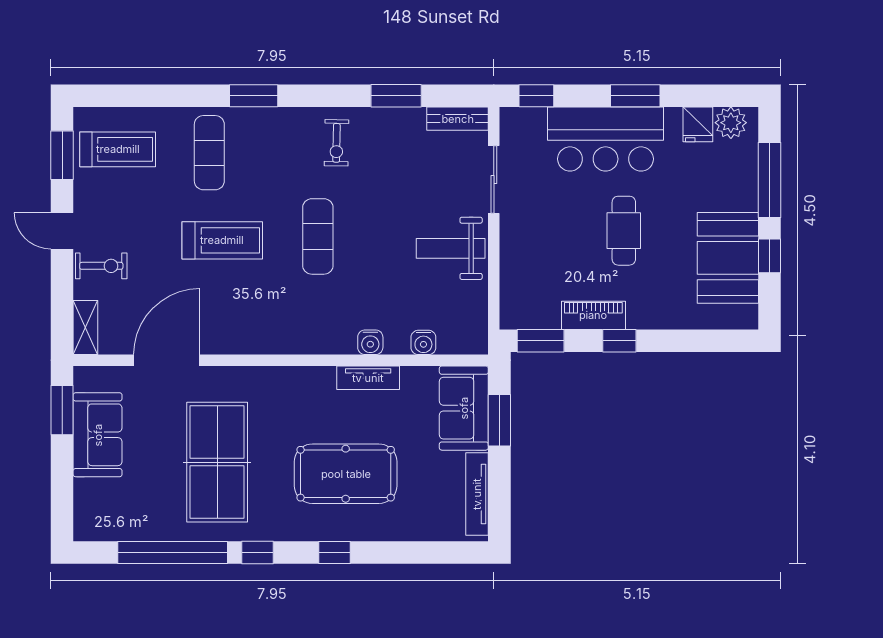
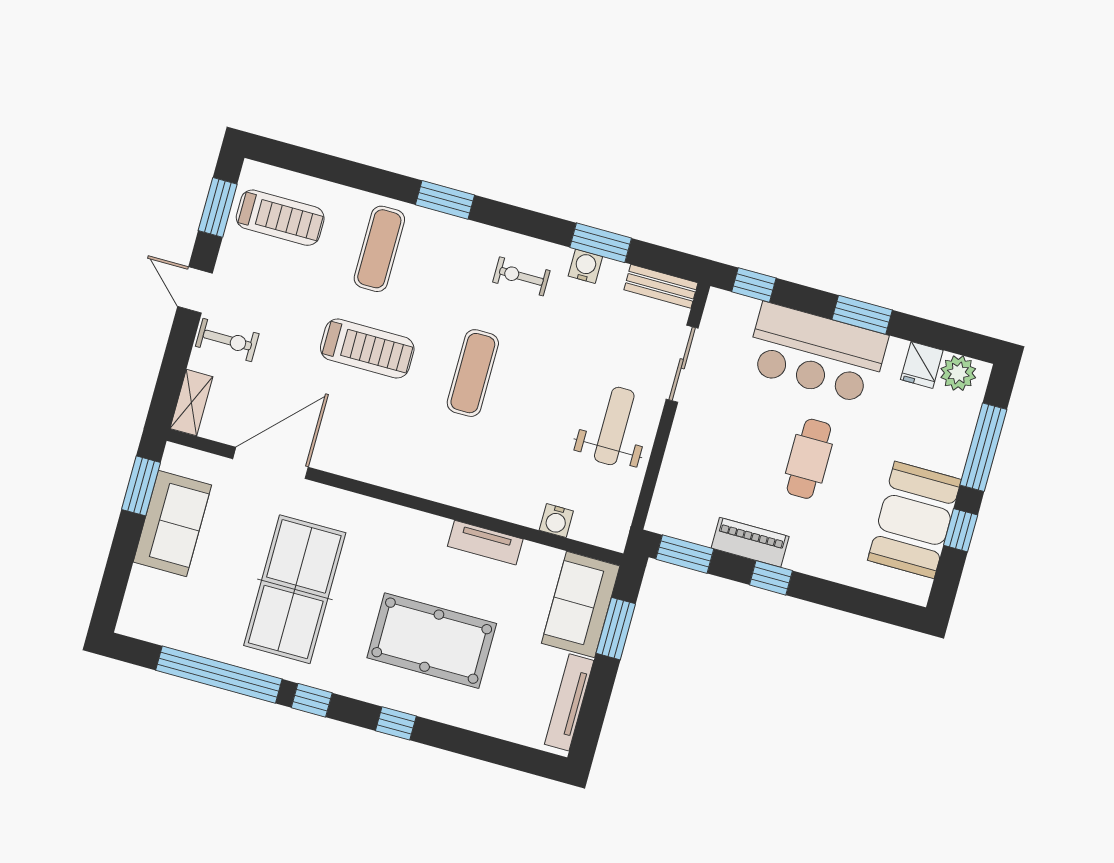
exercise bike: (337, 143) -> (521, 276), turned 89
weight bench: (451, 248) -> (614, 426), turned 90
water cooler: (370, 342) -> (585, 266), moved, turned 180

